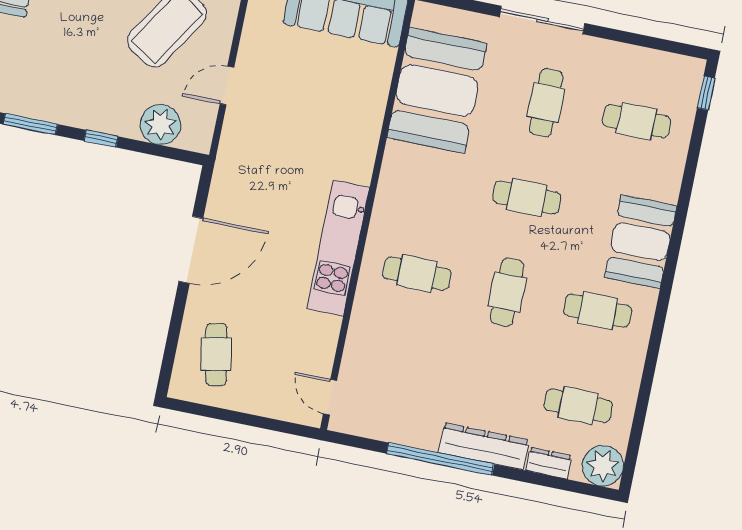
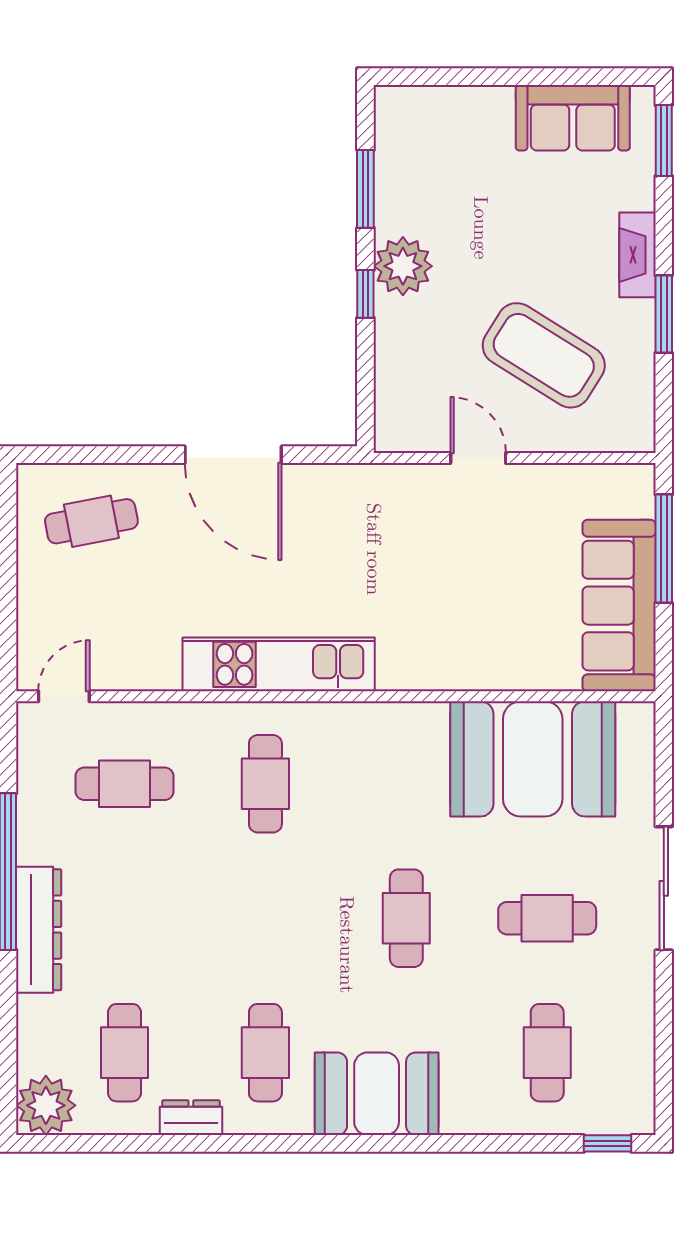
plant: (160, 125) -> (403, 266), moved
cafe table: (507, 292) -> (125, 784), moved
dresser: (548, 463) -> (191, 1118), moved, turned -90

